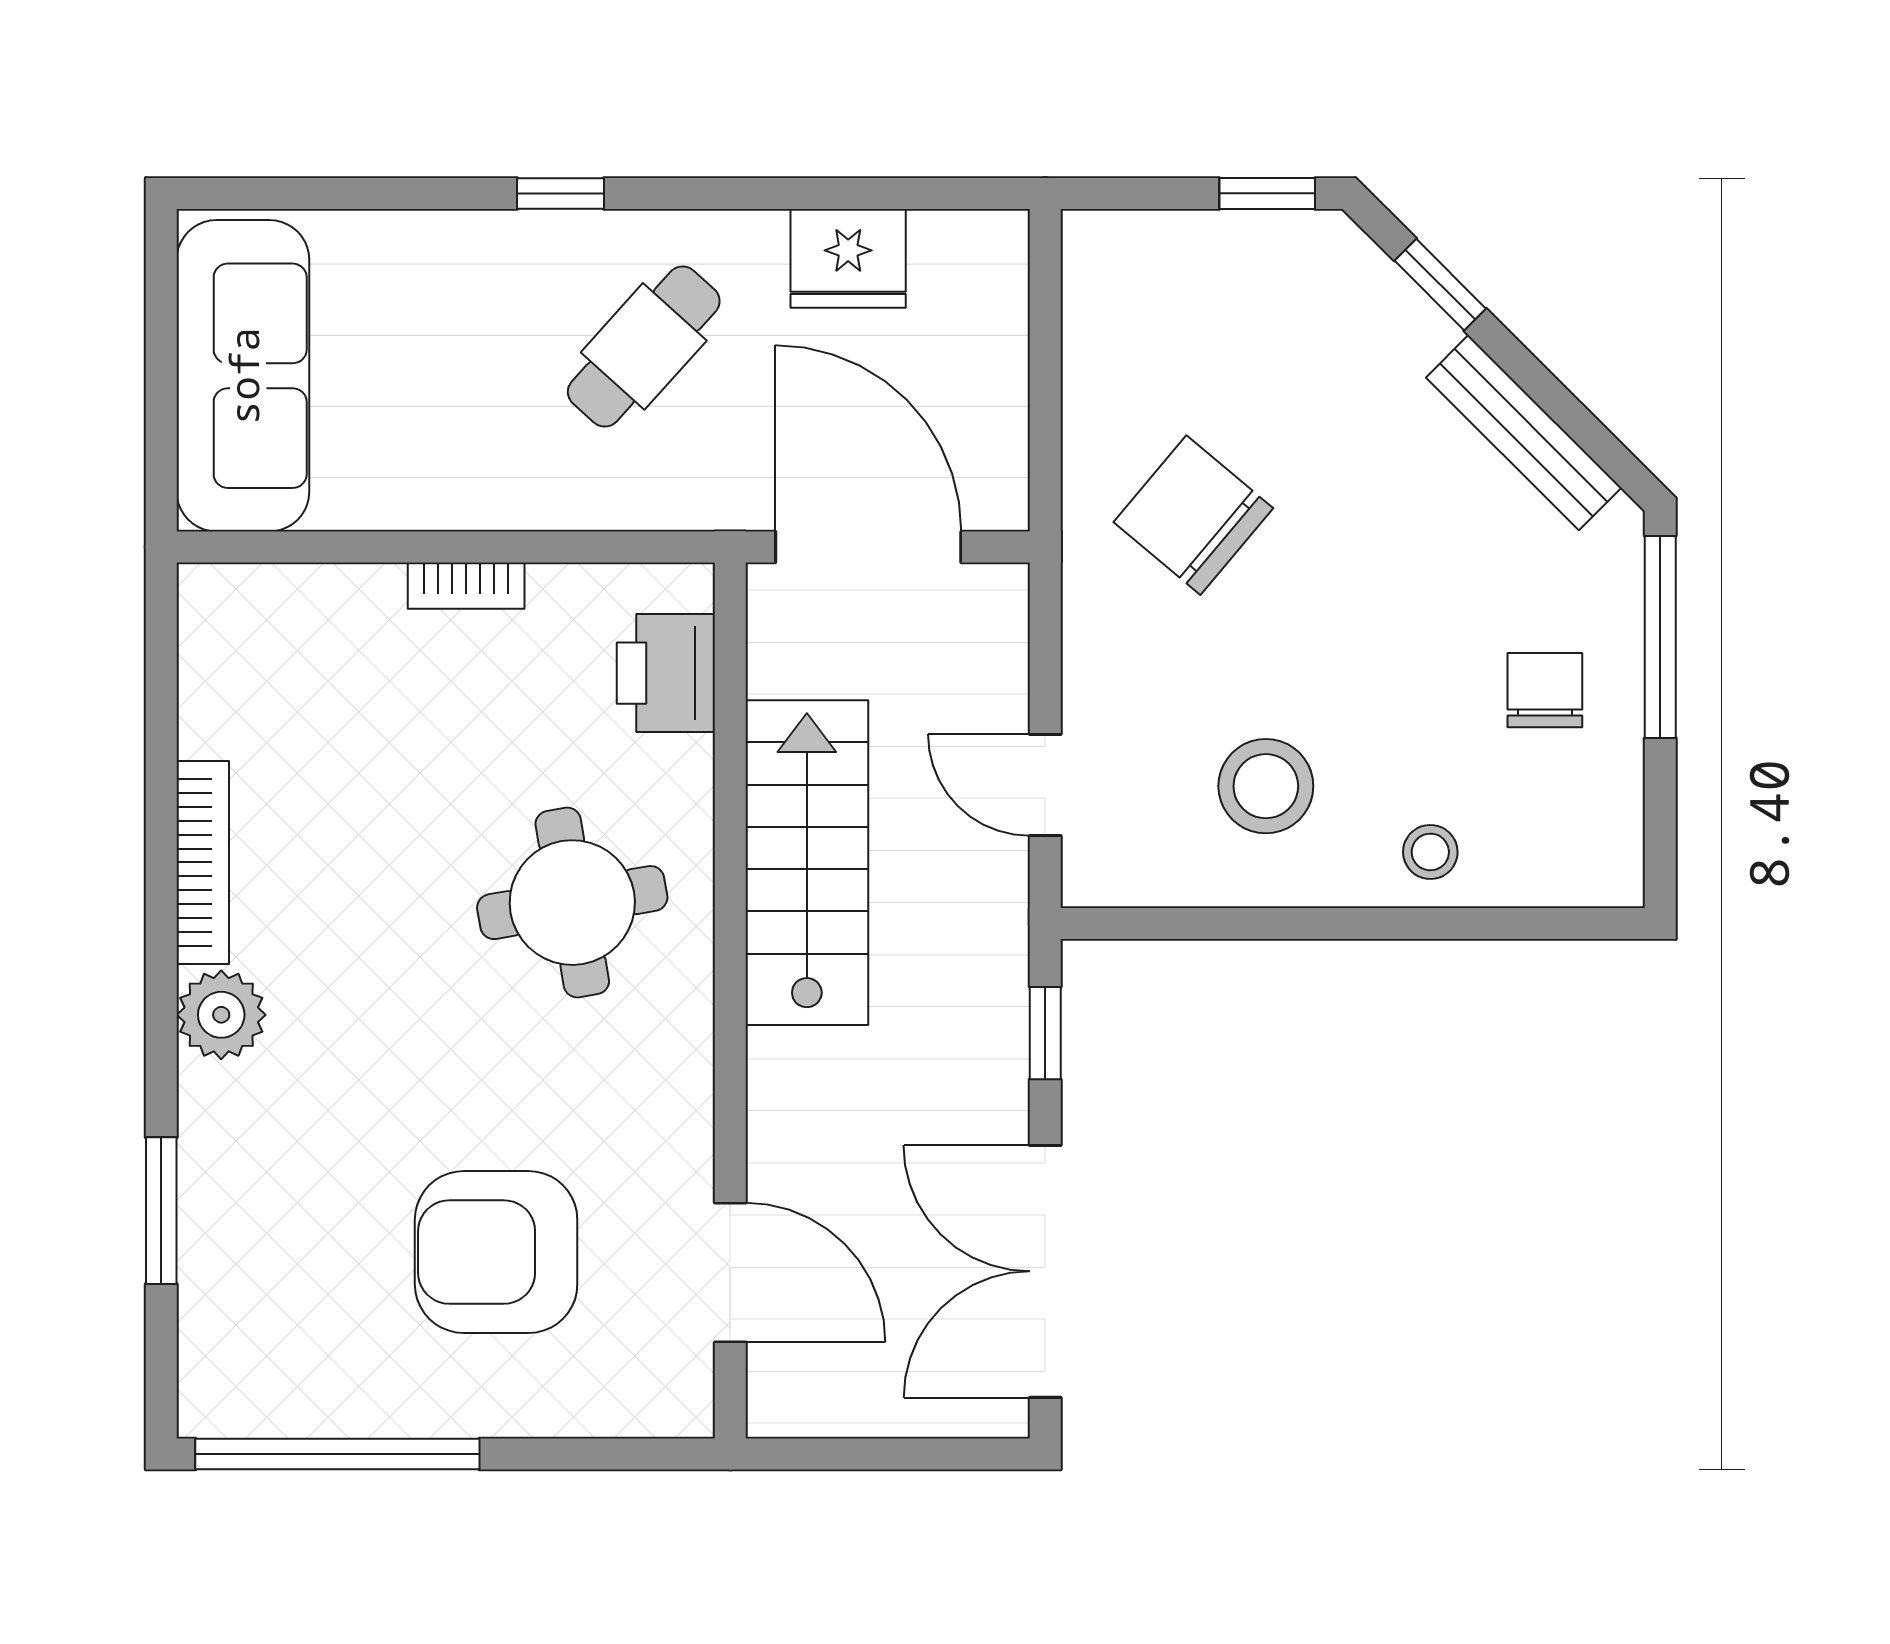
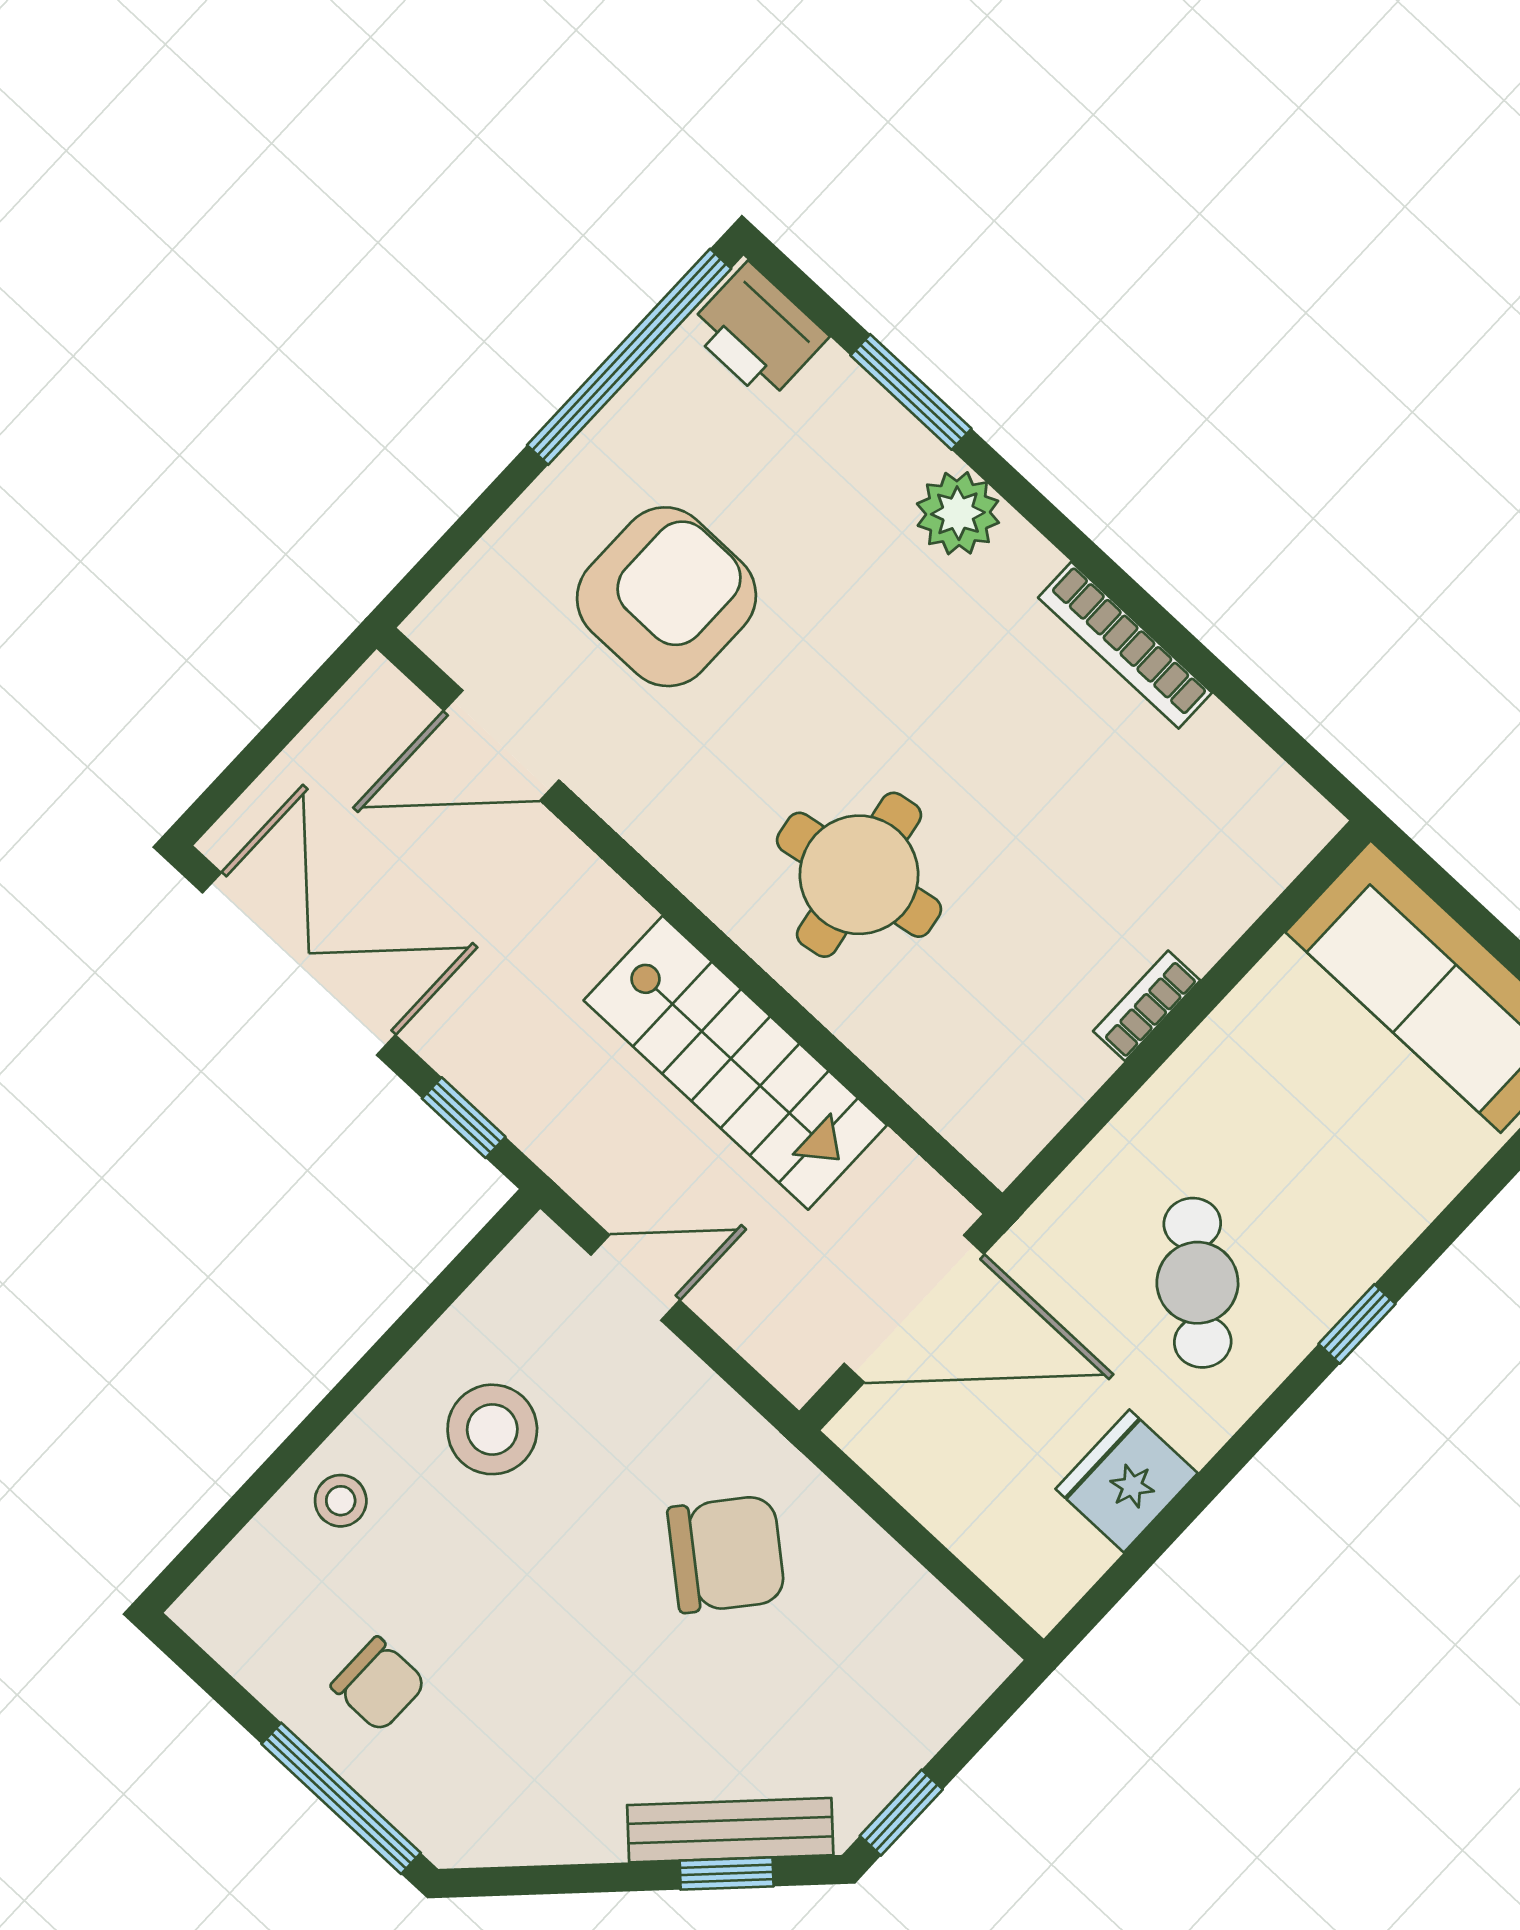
bench: (1524, 433) -> (730, 1830), moved
printer: (666, 673) -> (758, 332), moved, turned 180
plant: (221, 1015) -> (958, 513), moved

